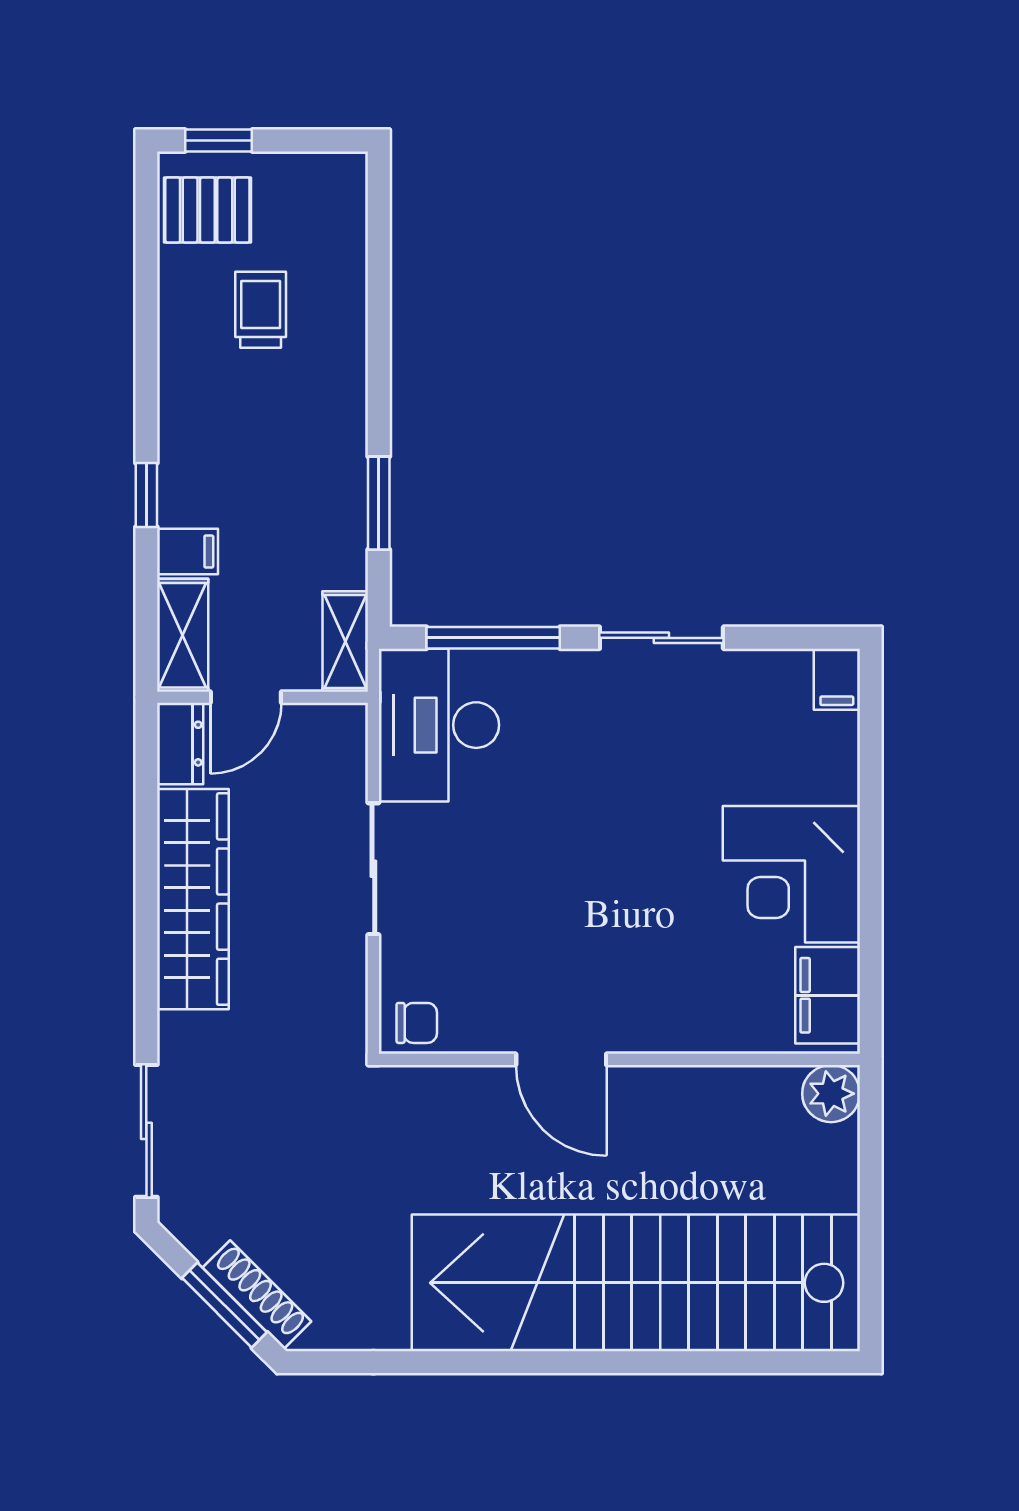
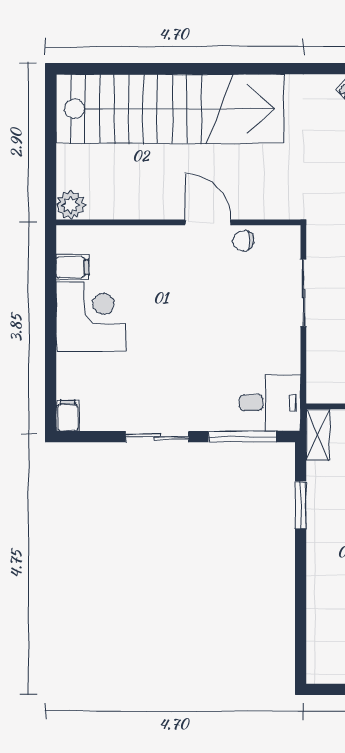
desk: (439, 725) -> (270, 403), width x0.73
sliding door: (373, 869) -> (303, 293), moved
filing cabinet: (828, 995) -> (73, 267), width x0.50
chair: (417, 1023) -> (243, 241), moved

